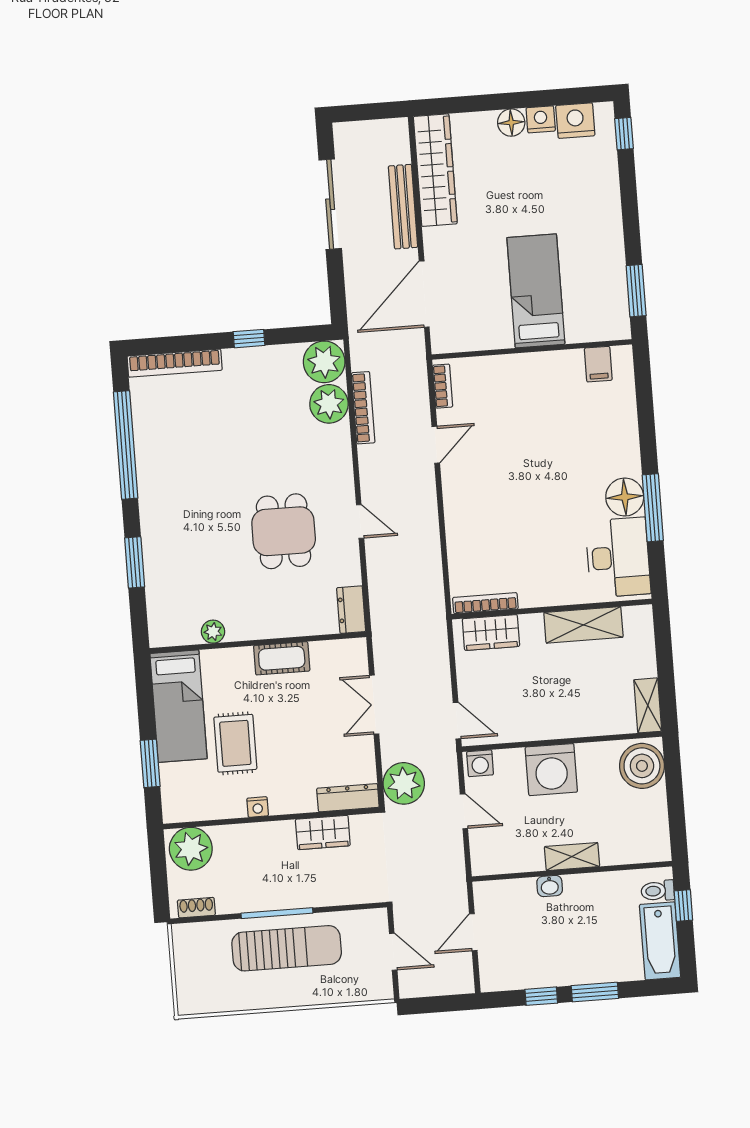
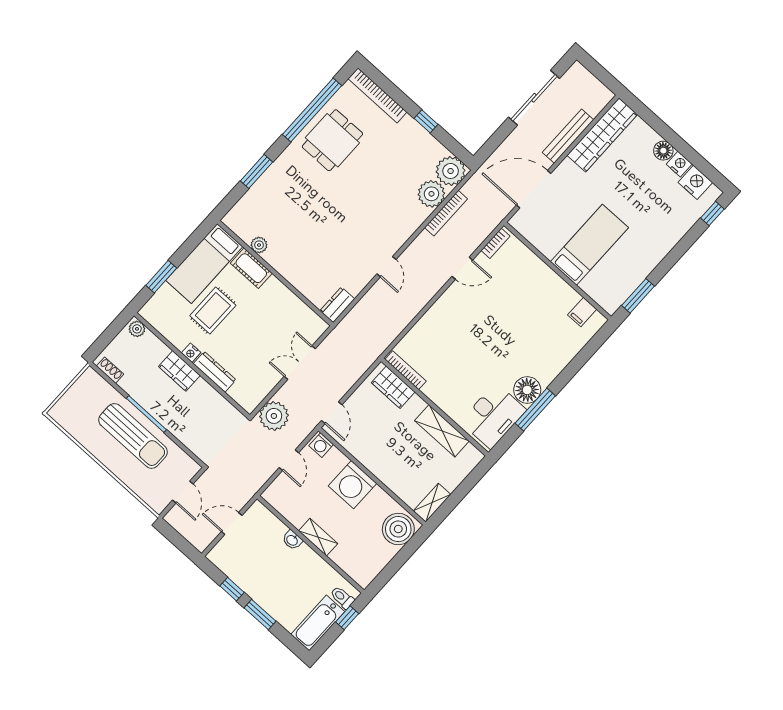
dining table: (284, 531) -> (332, 140), moved
cot: (282, 658) -> (251, 268), moved
dresser: (348, 798) -> (215, 372), moved
wardrobe: (323, 832) -> (179, 371), moved
plant: (191, 849) -> (137, 329), width x0.53, depth x0.53

